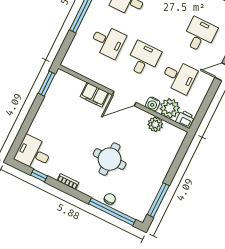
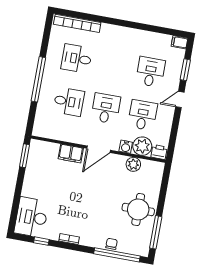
desk: (179, 77) -> (143, 115), turned -90
desk: (33, 153) -> (31, 217), width x1.37
round table: (110, 159) -> (138, 209), moved

